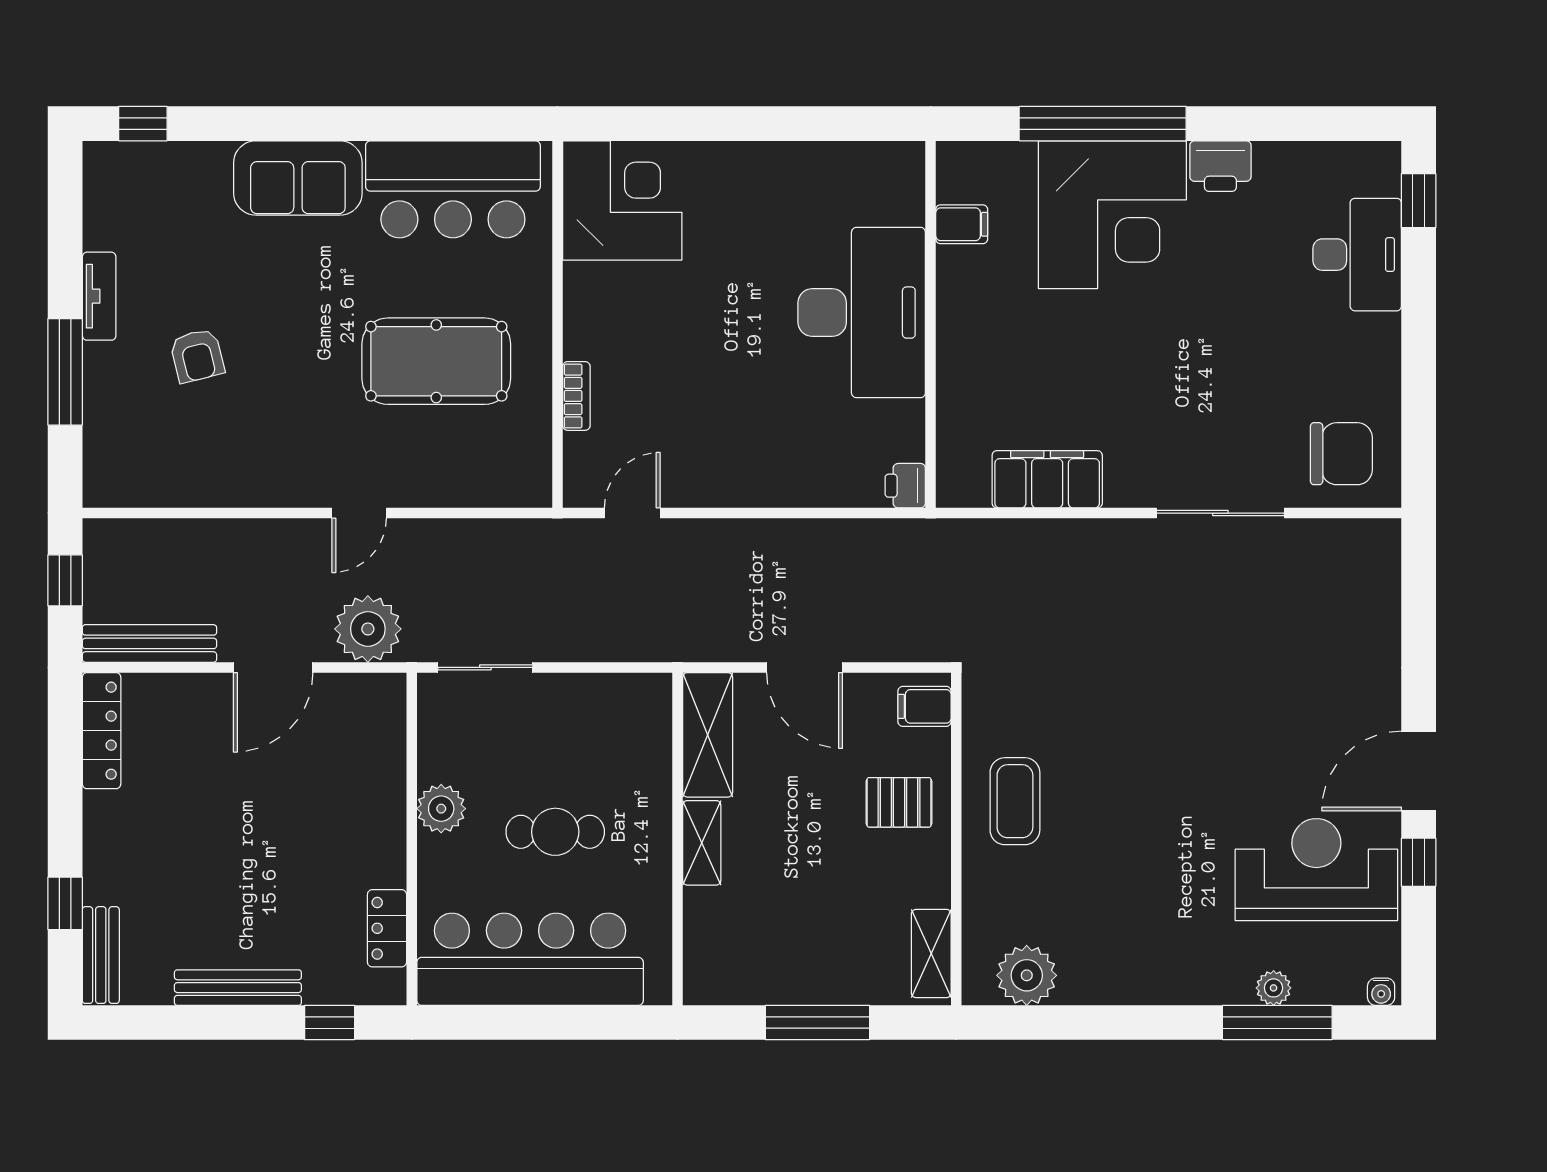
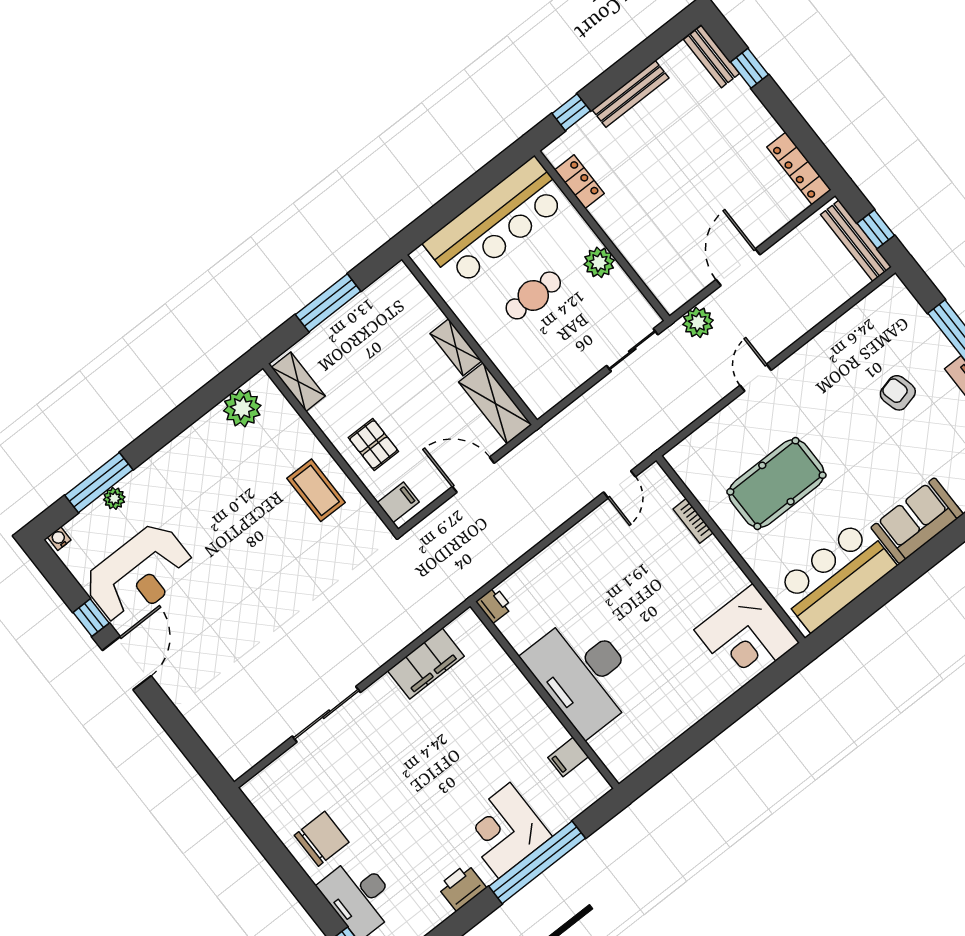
corner desk: (1112, 215) -> (504, 830), width x0.74, depth x0.74
chair: (1341, 454) -> (322, 839), moved, turned 180
plant: (368, 629) -> (698, 322), width x0.73, depth x0.73
bench: (149, 643) -> (856, 241), moved, turned 90
pallet: (899, 802) -> (373, 444), turned 90

